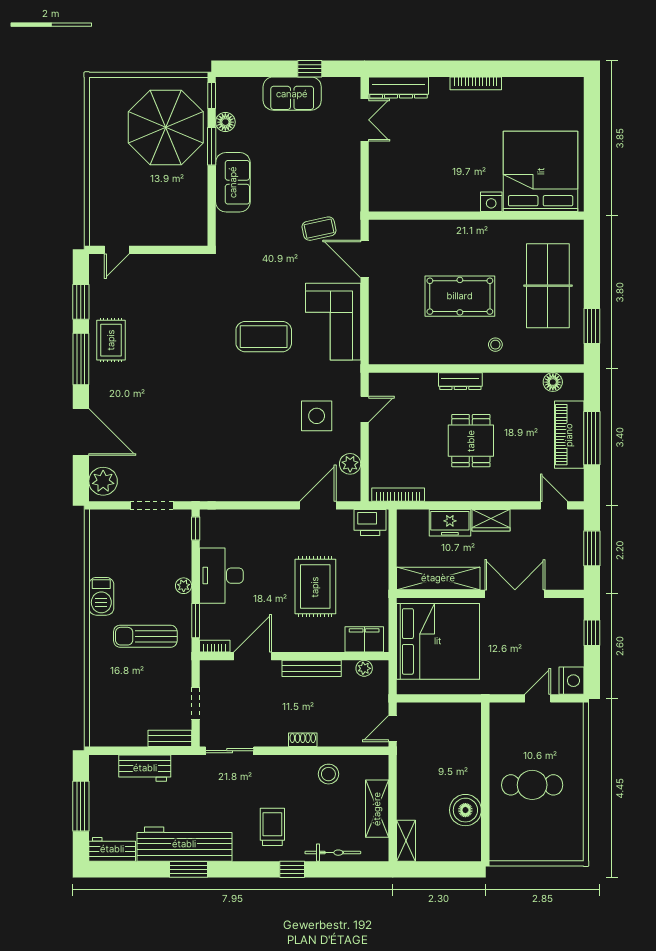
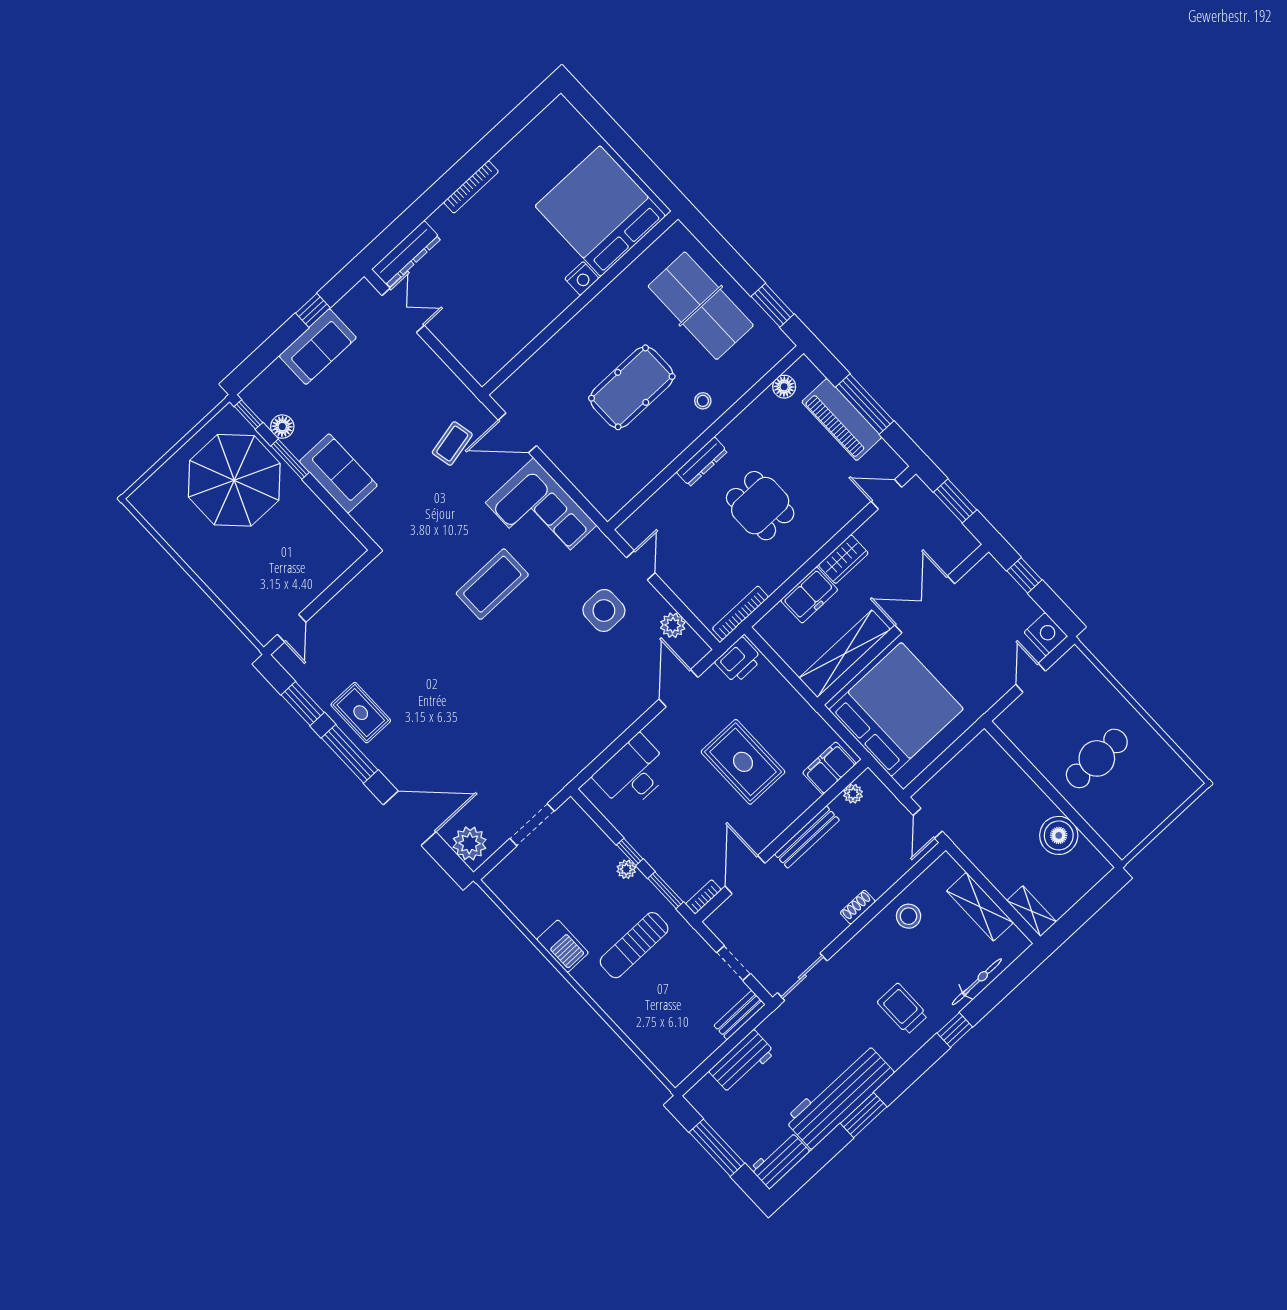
window: (196, 529) -> (630, 852), moved
desk: (221, 576) -> (633, 773), moved, turned 90

